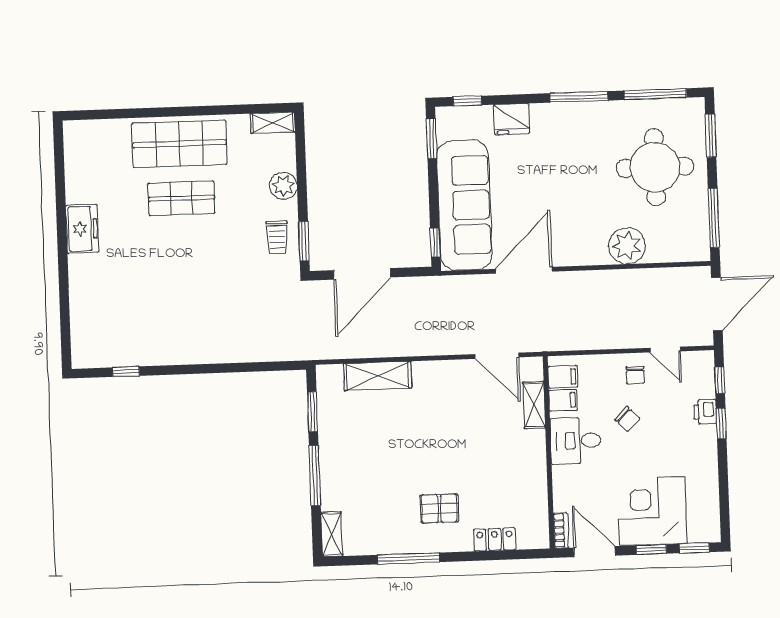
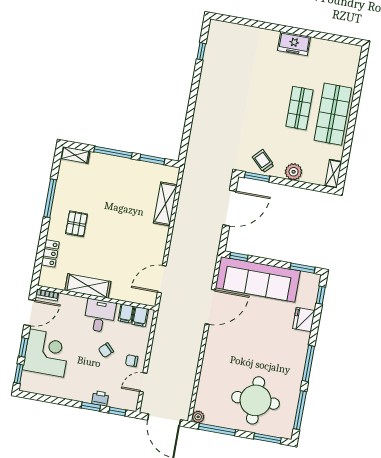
trolley: (277, 237) -> (263, 161), turned 44
plant: (627, 246) -> (198, 417), moved, width x0.53, depth x0.53
door: (524, 270) -> (210, 307), hinge flipped
door: (362, 274) -> (229, 208), swing flipped
shelving: (534, 405) -> (88, 286), moved, width x1.50, depth x1.33

